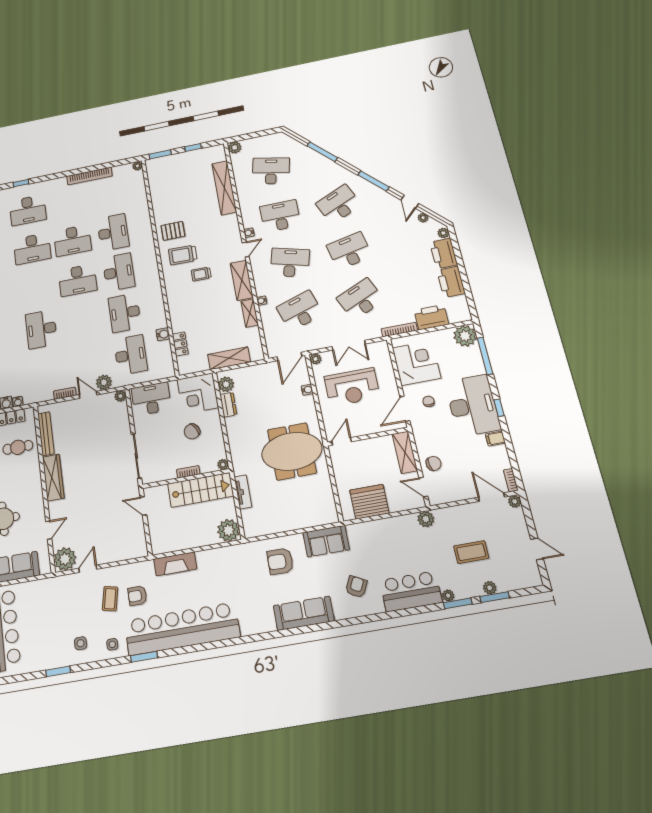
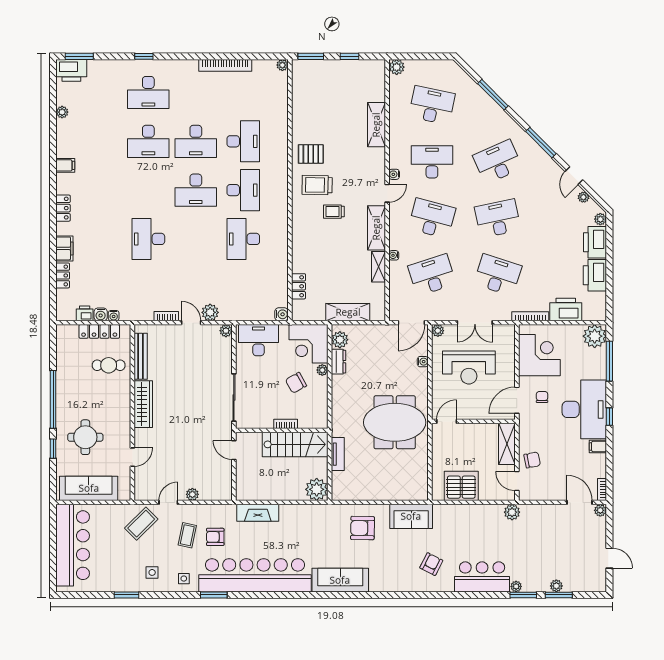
shelving: (224, 188) -> (376, 125), width x0.68
desk: (360, 299) -> (498, 275), turned 42
water cooler: (163, 334) -> (282, 314), moved
desk: (131, 355) -> (243, 288), removed
plant: (223, 465) -> (322, 370), moved
coffee table: (471, 552) -> (141, 524), moved, turned -45
plant: (65, 559) -> (192, 494), moved, width x0.53, depth x0.53
sofa: (304, 613) -> (340, 580), moved

